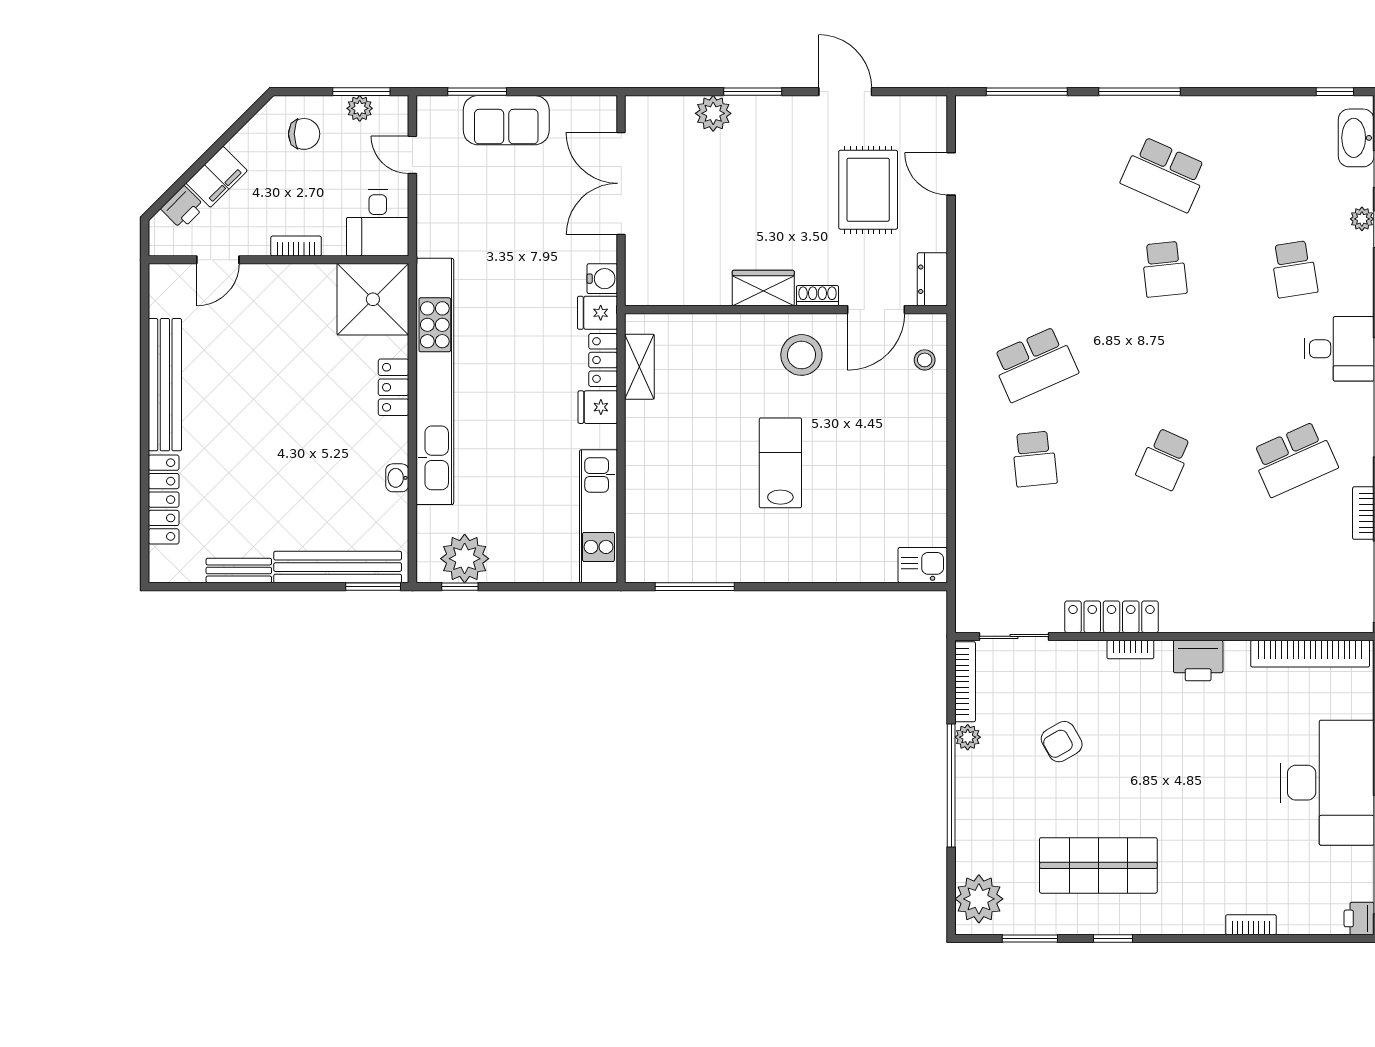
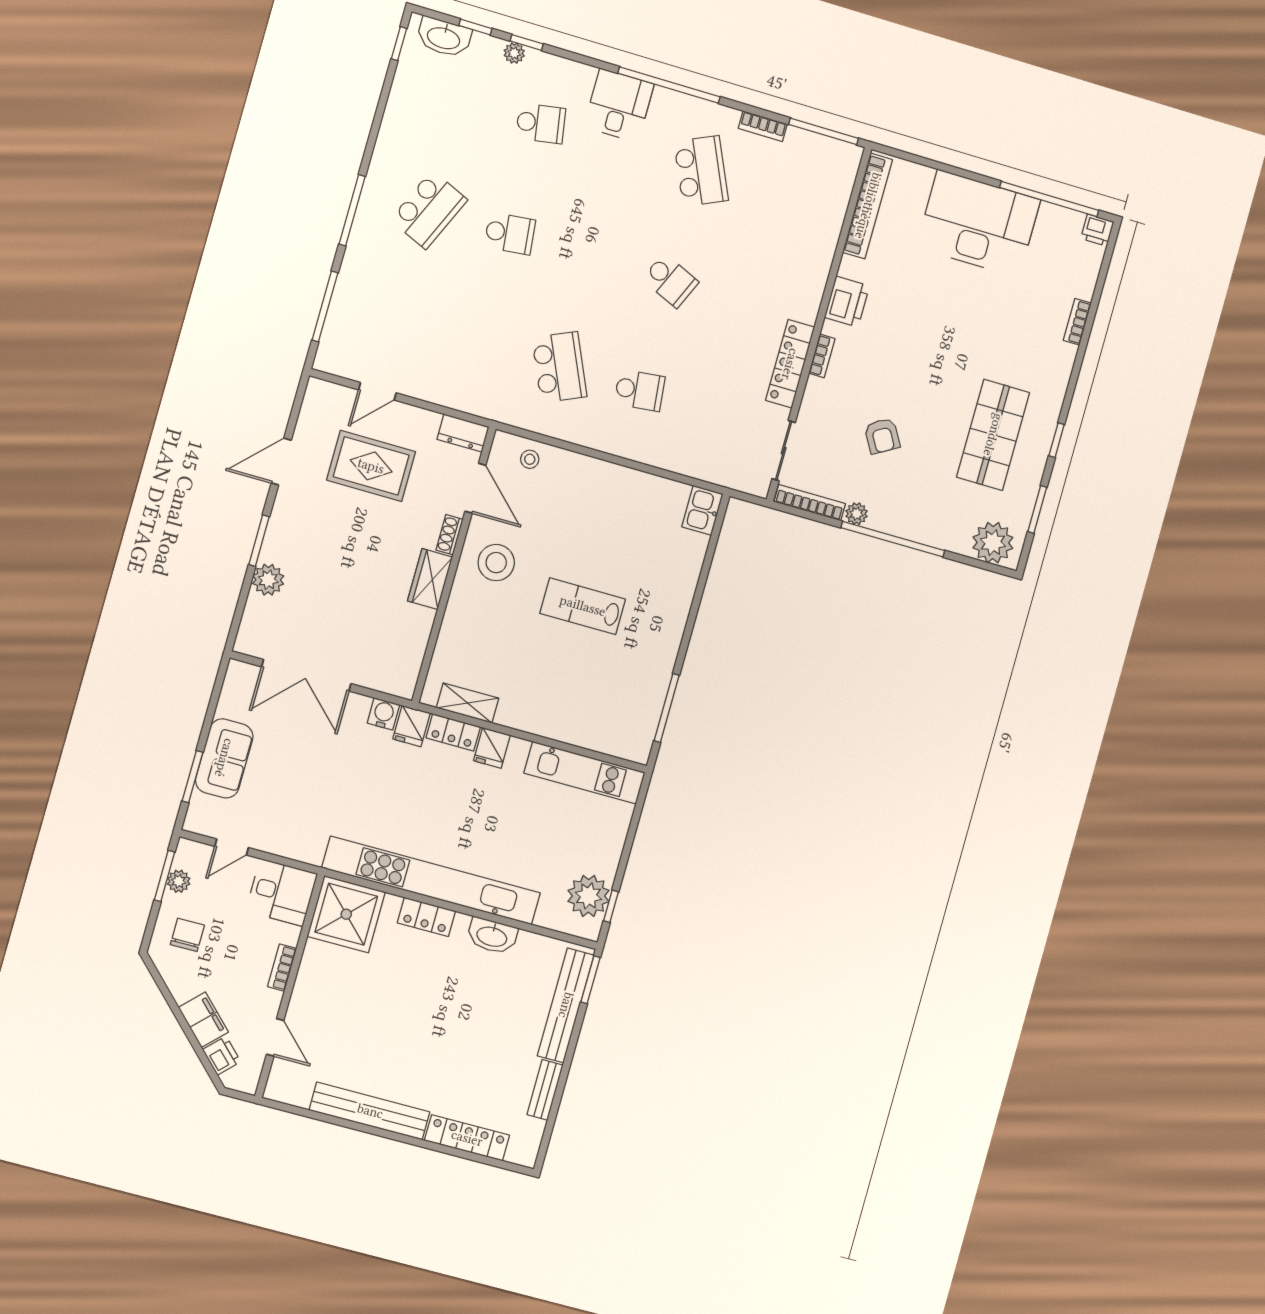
washbasin: (397, 478) -> (492, 936), width x1.91, depth x1.45

